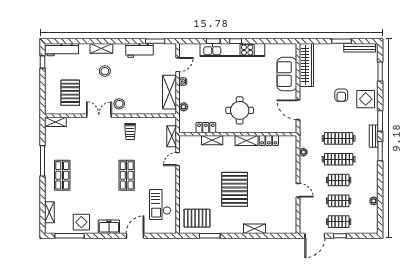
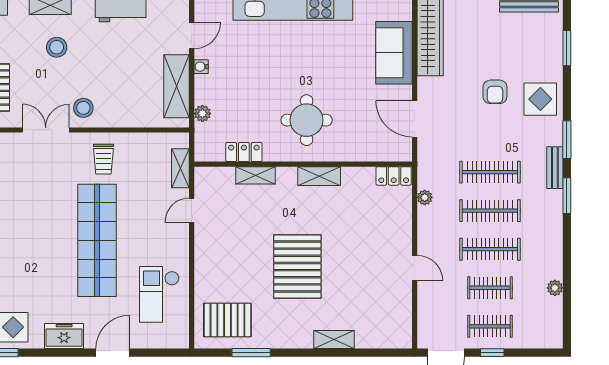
locker: (269, 140) -> (394, 176), moved
shop shelf: (127, 175) -> (97, 240), width x2.00, depth x1.36
clothes rail: (339, 180) -> (490, 249), width x1.36

